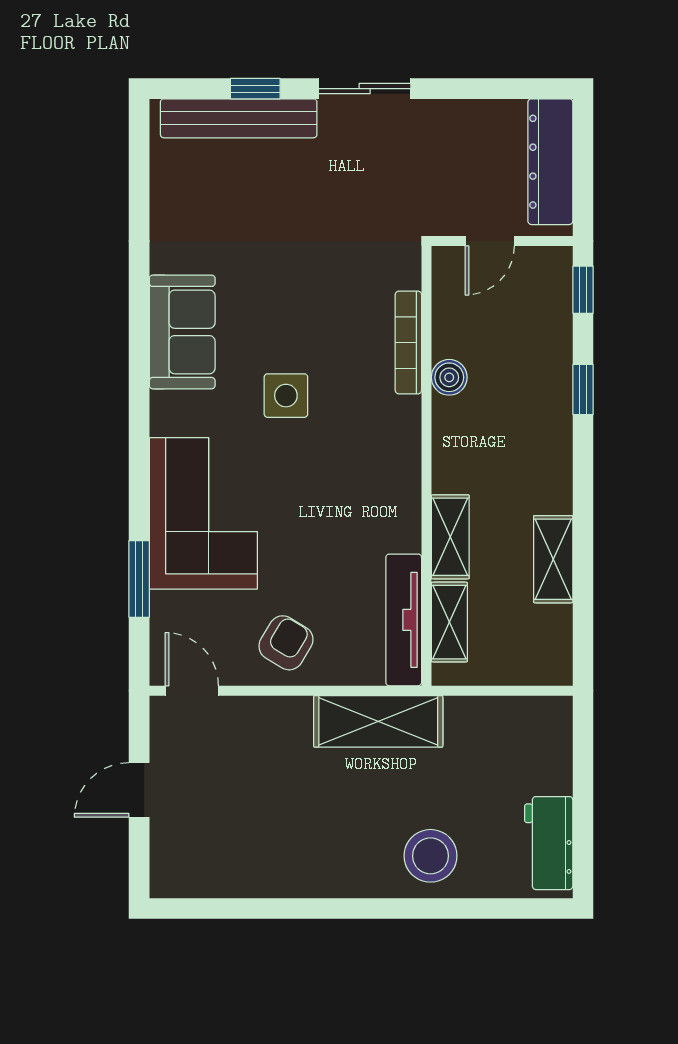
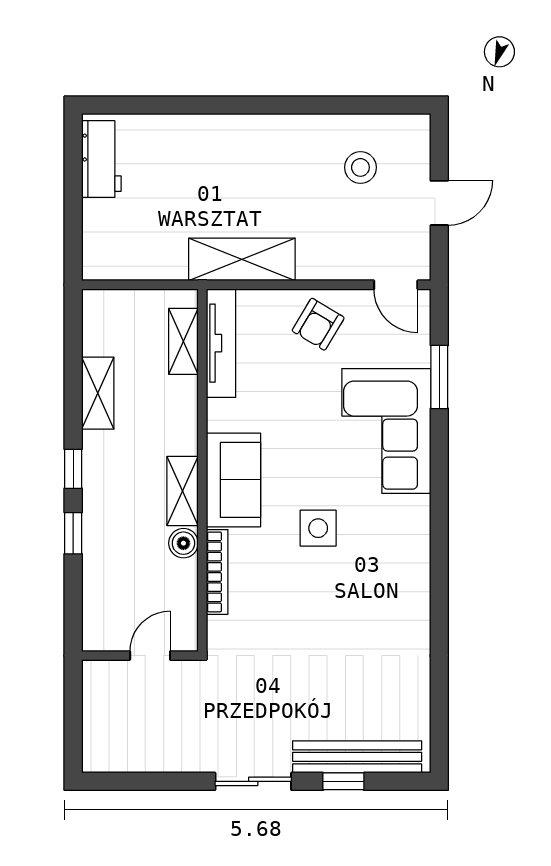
dresser: (550, 162) -> (100, 721), removed
window: (583, 290) -> (73, 469), moved
sofa: (182, 332) -> (233, 480), moved, turned 180
shelving: (450, 537) -> (183, 491), moved
stool: (431, 856) -> (360, 167), moved, width x0.73, depth x0.73

